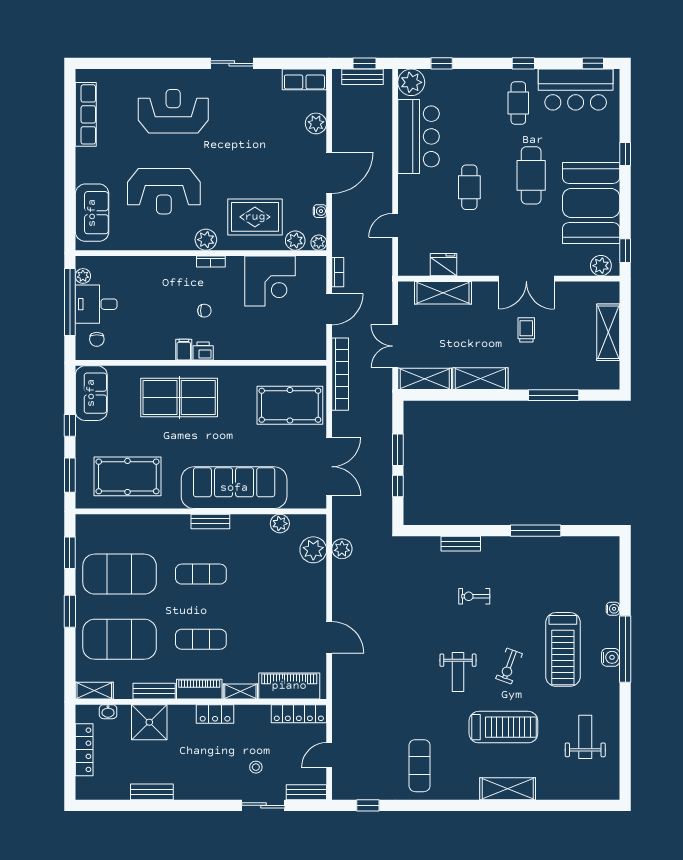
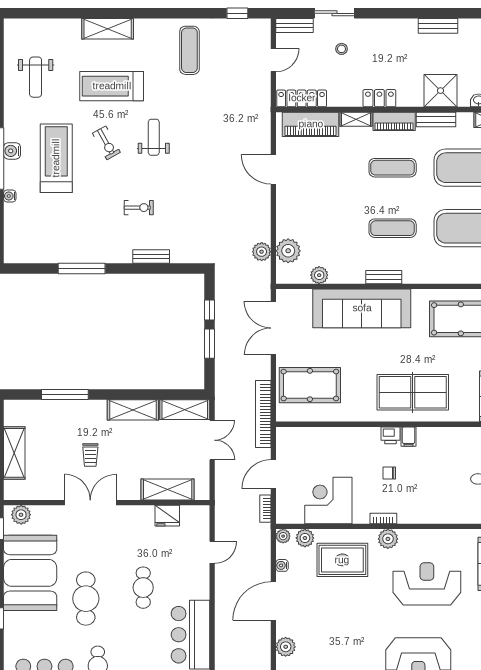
exercise bike: (509, 666) -> (106, 143), turned 131

